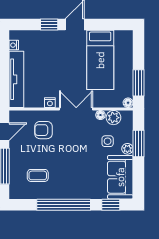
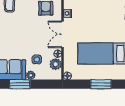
window: (139, 83) -> (101, 84), moved
double door: (76, 109) -> (63, 34), swing flipped
window: (139, 144) -> (20, 84), moved

